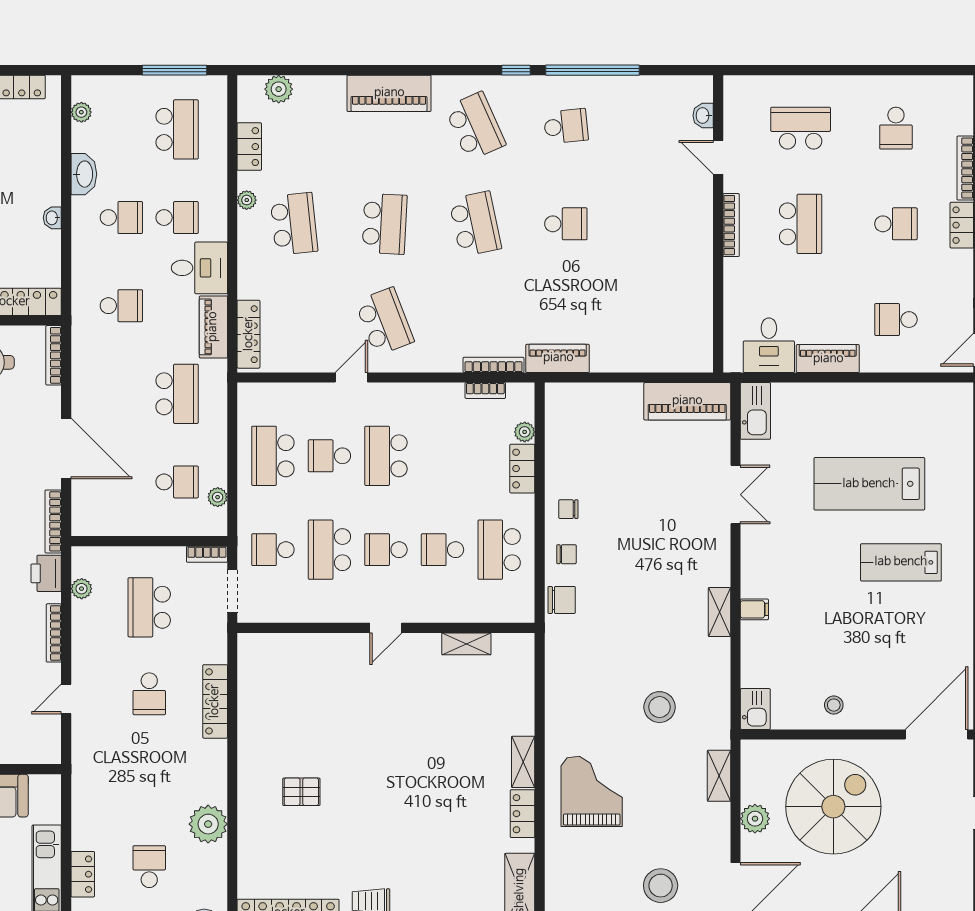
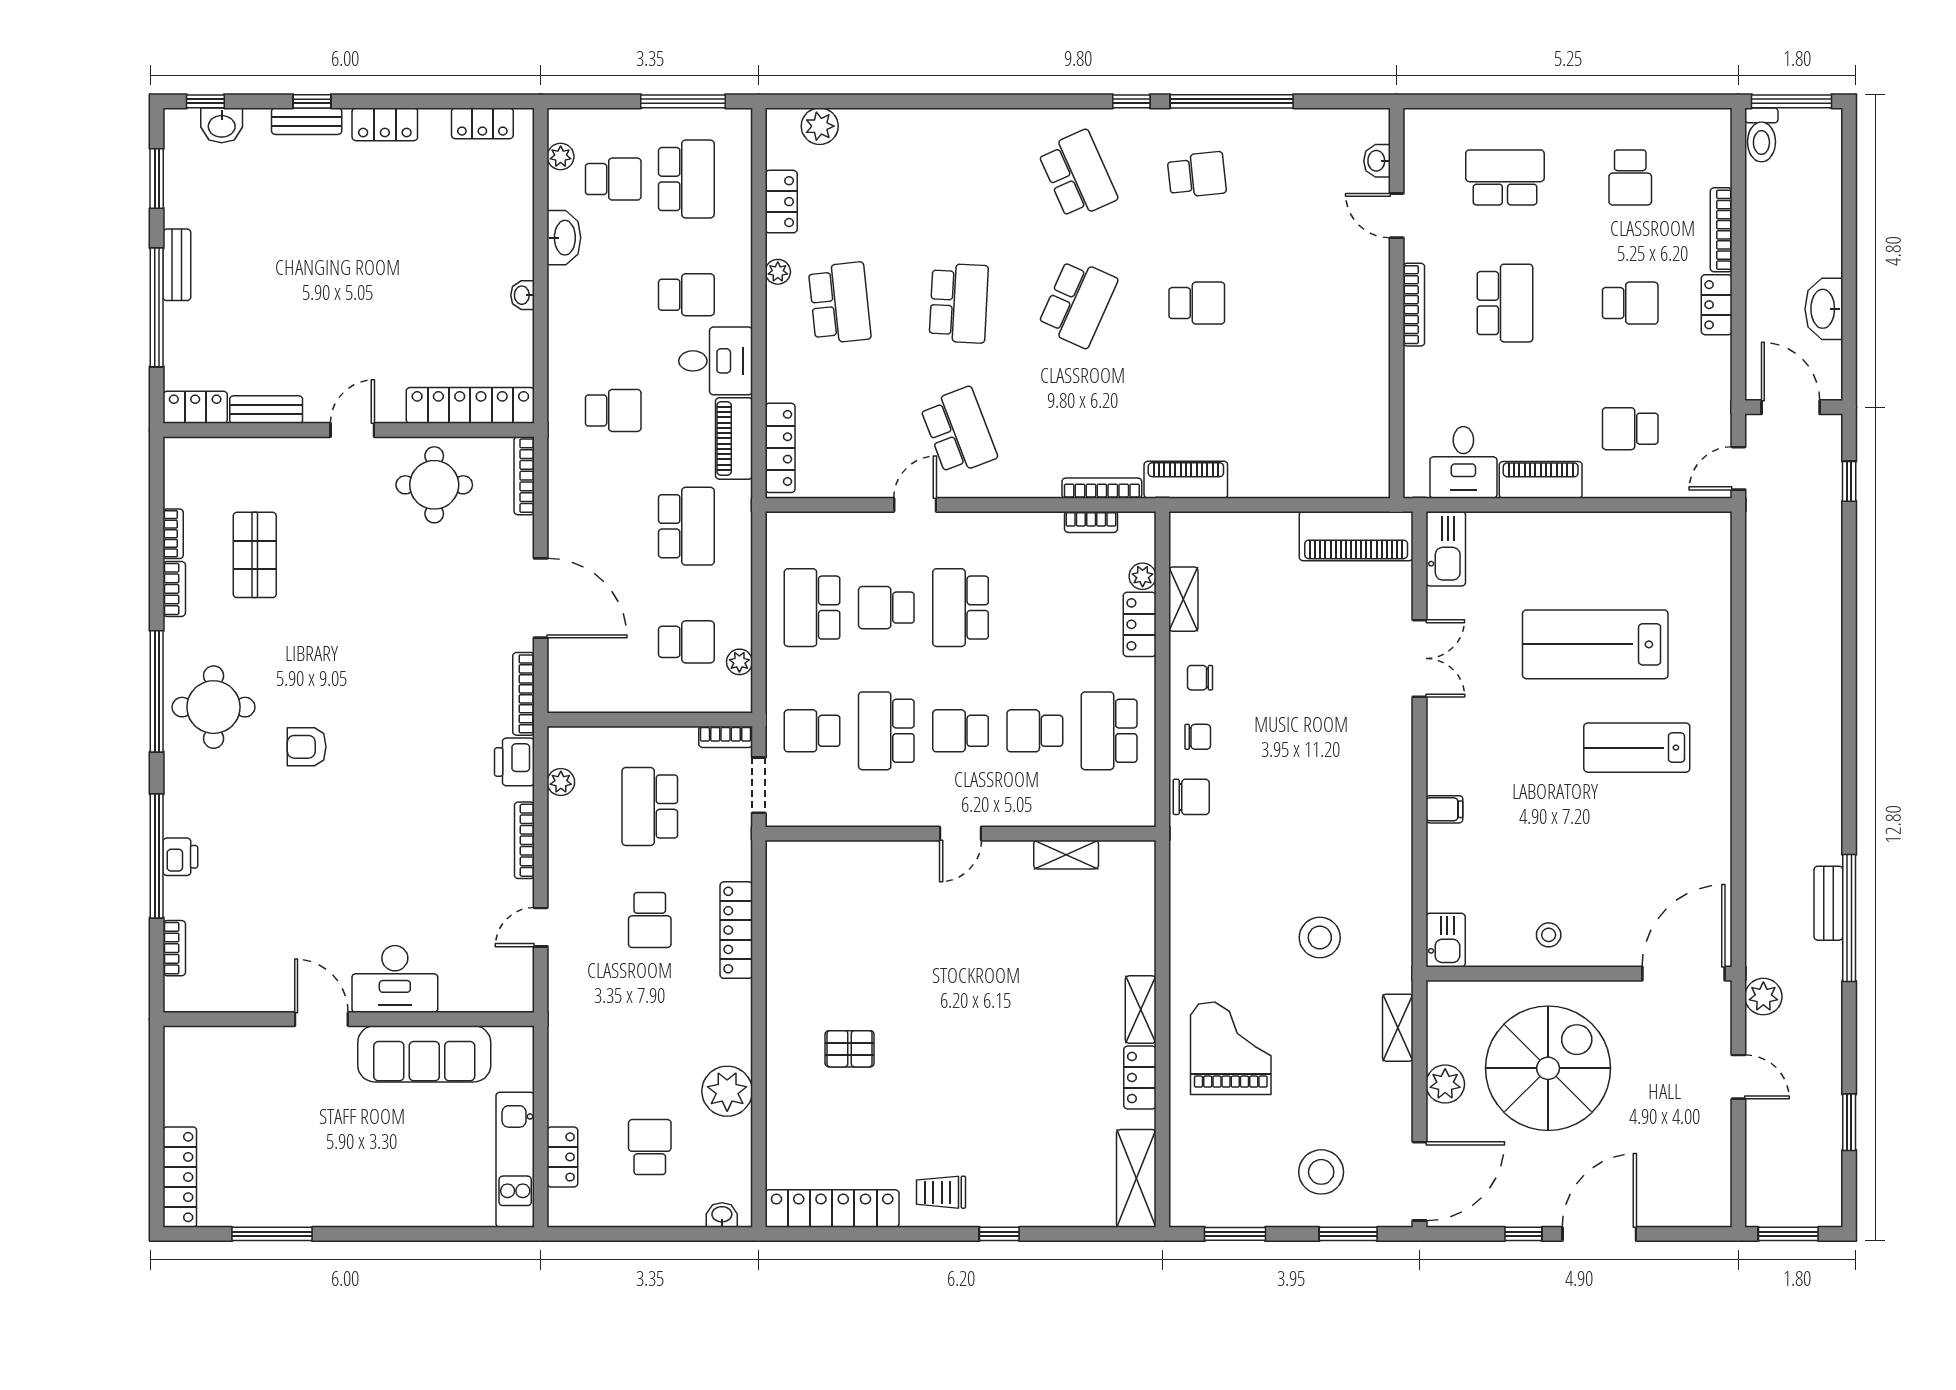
piano: (389, 93) -> (965, 132), removed
school desk: (121, 218) -> (613, 179), moved
school desk: (475, 224) -> (1078, 303), turned 36
shelving: (719, 612) -> (1183, 599), moved

